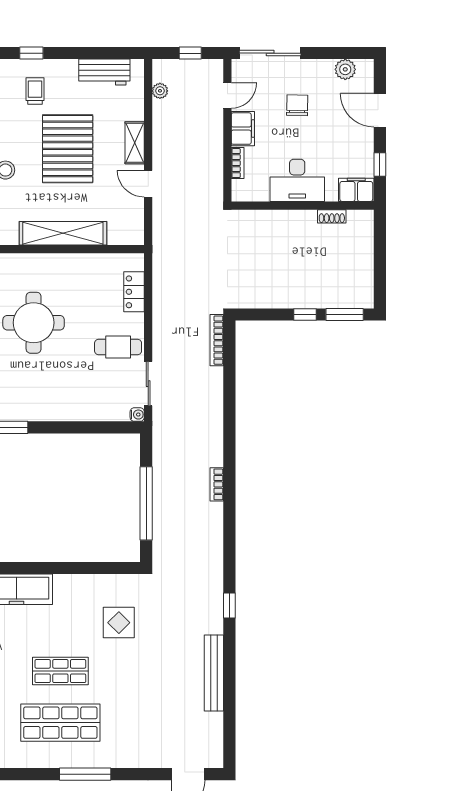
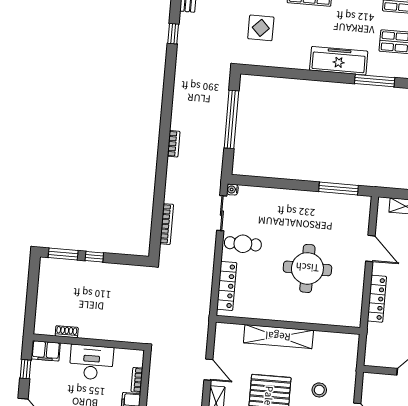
locker: (134, 292) -> (227, 286), width x1.53
bookcase: (217, 340) -> (167, 224), moved
bookcase: (217, 484) -> (174, 144), moved

